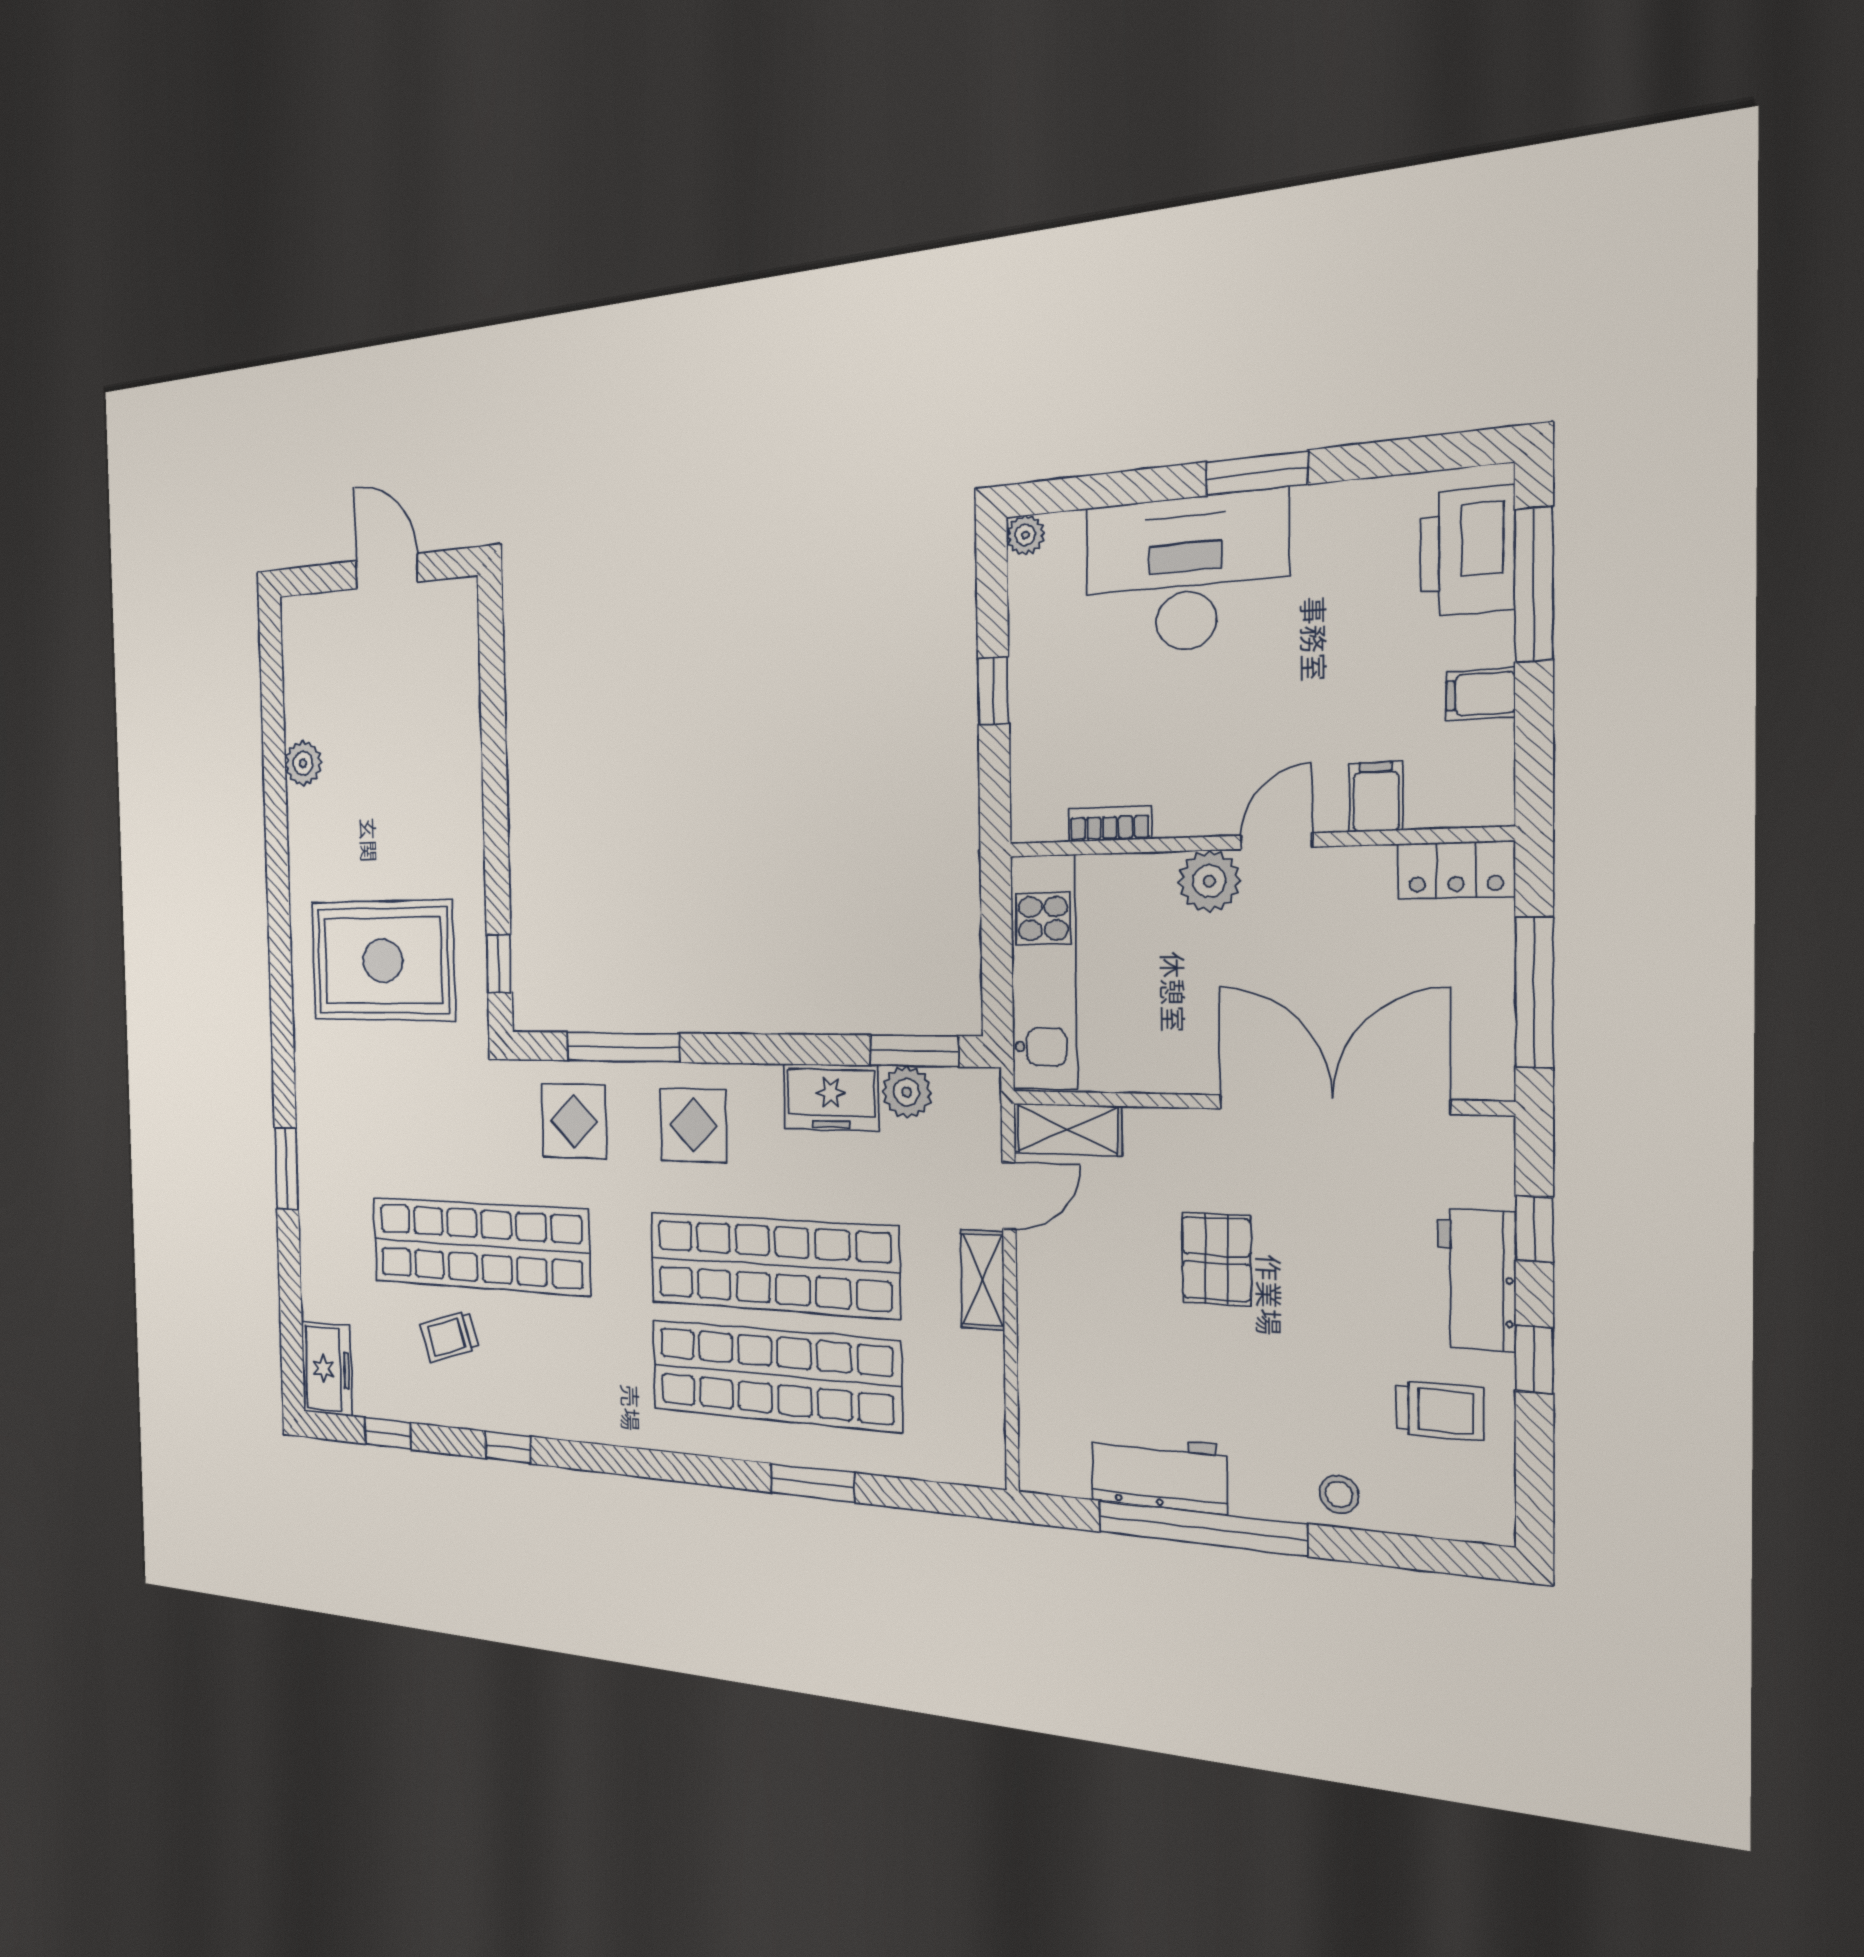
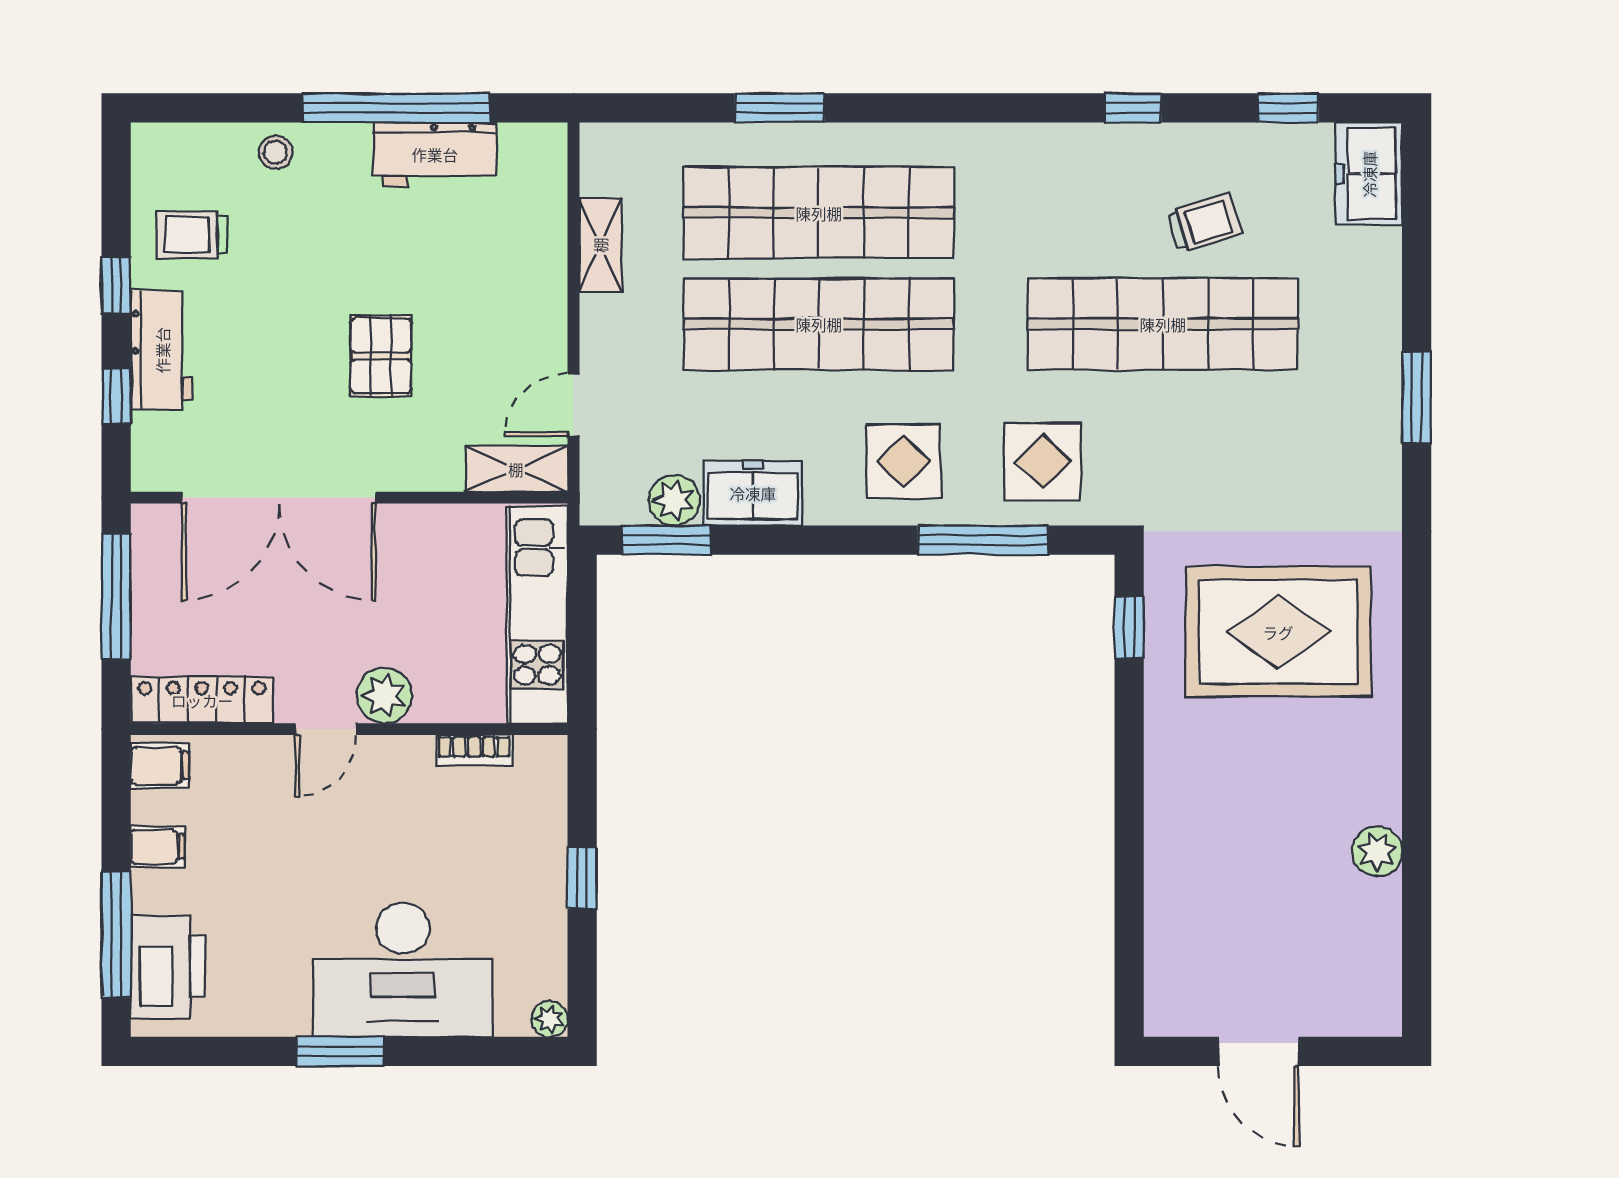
filing cabinet: (1376, 797) -> (160, 766), moved, turned -90
locker: (1456, 870) -> (202, 700), width x1.53
shelving: (983, 1280) -> (600, 245), moved

